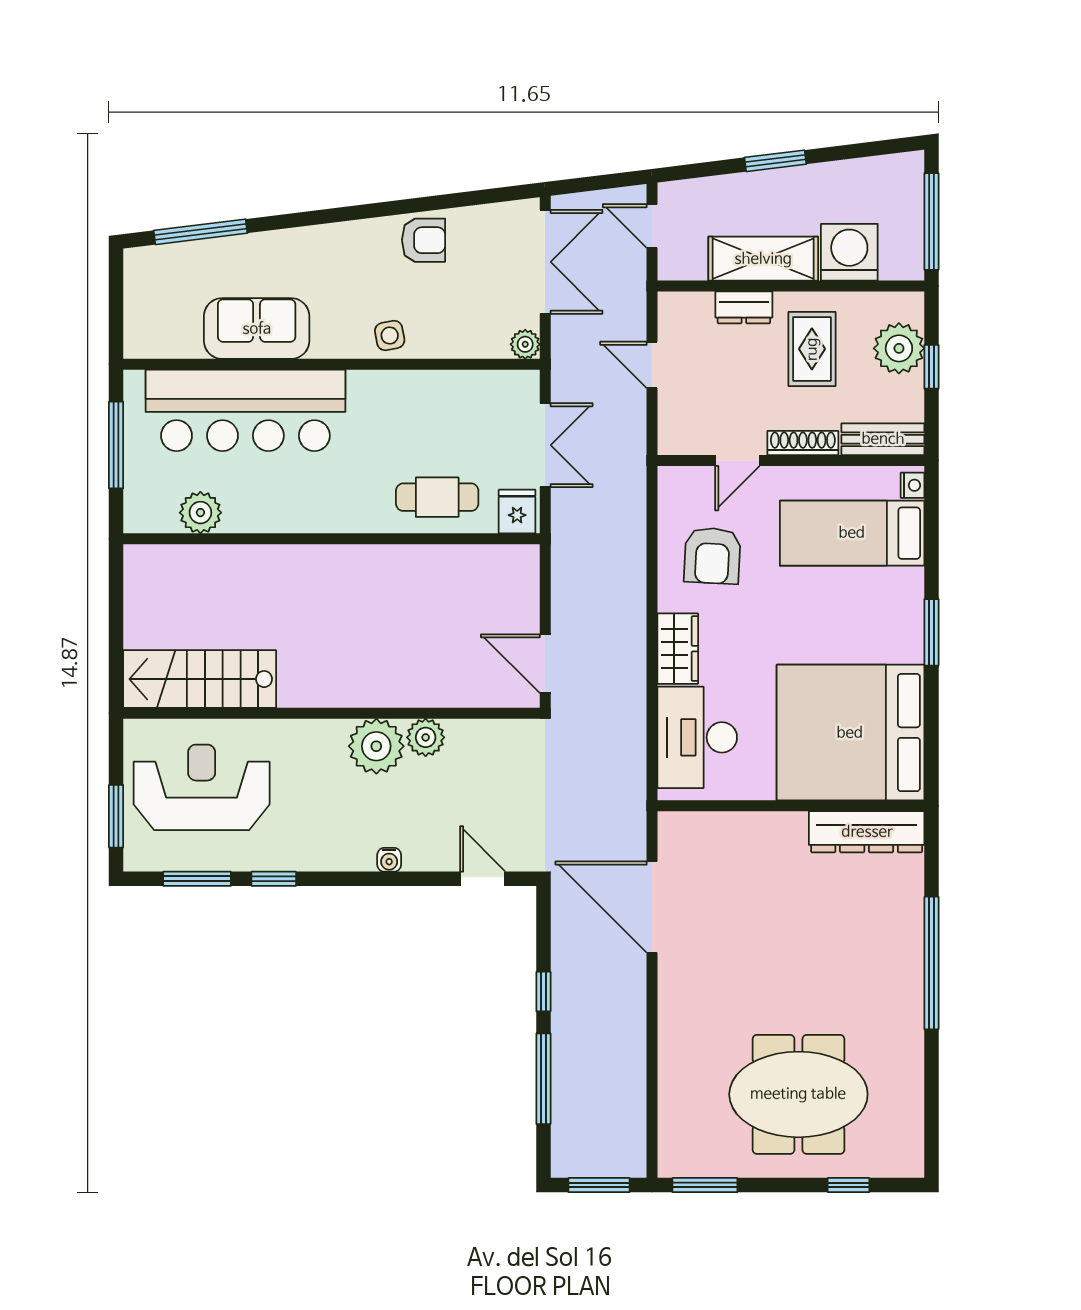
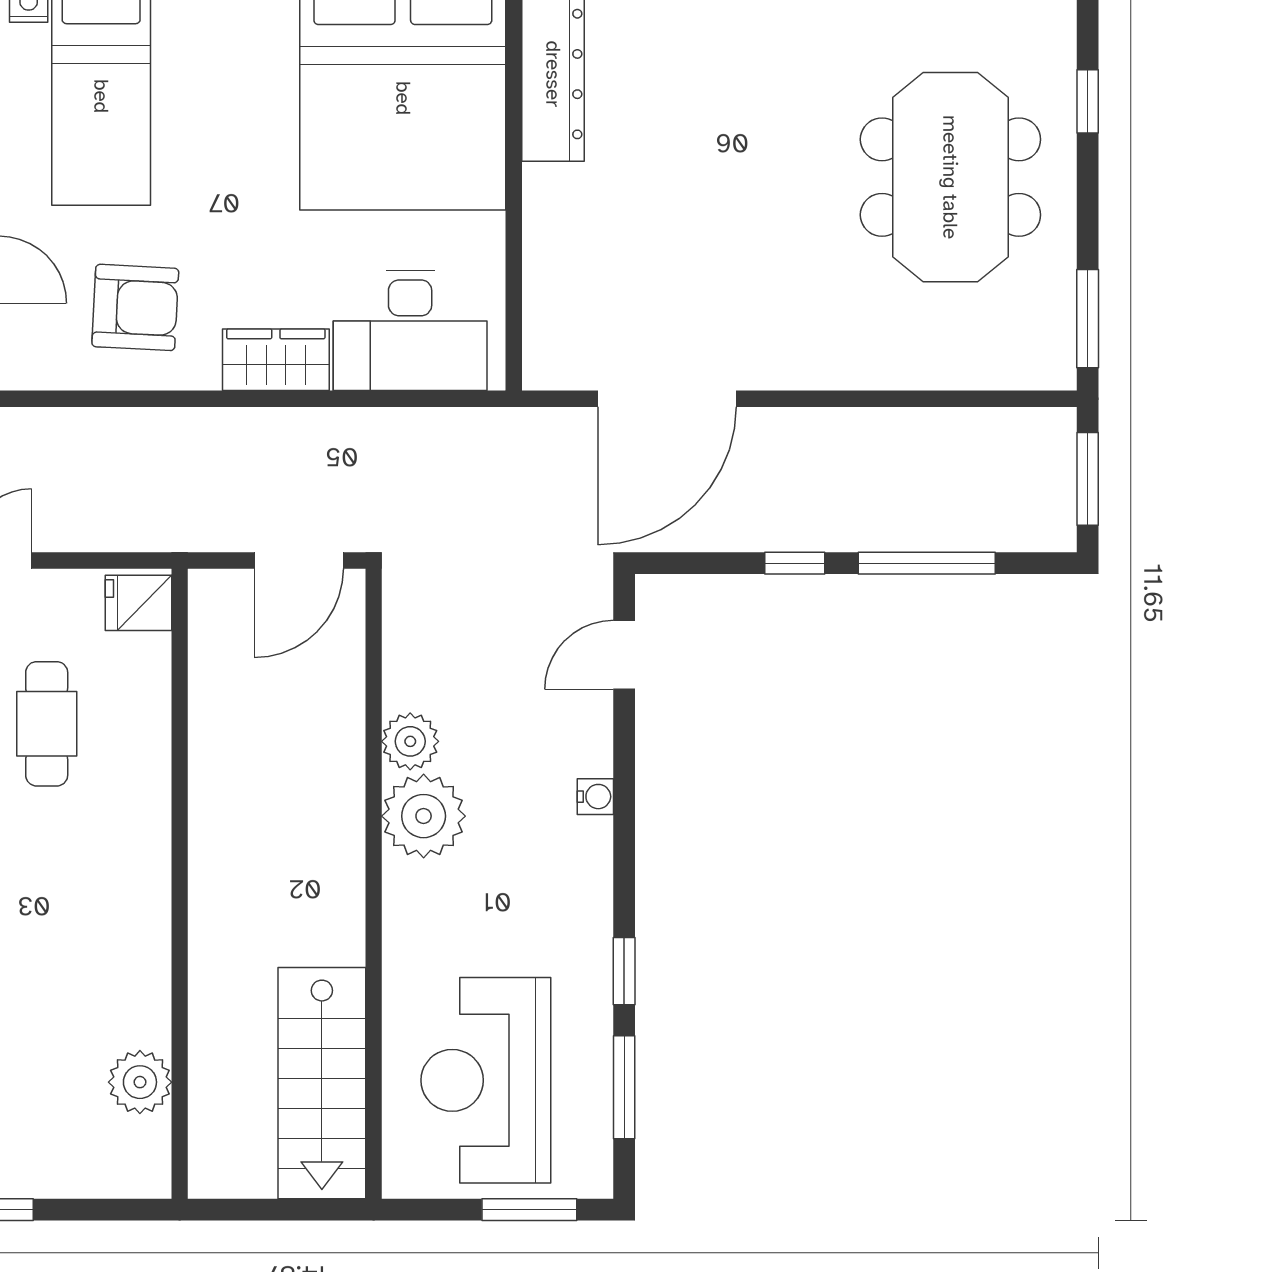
fridge: (517, 512) -> (138, 603), moved
plant: (200, 513) -> (140, 1082), moved
wall: (332, 539) -> (180, 884), moved

